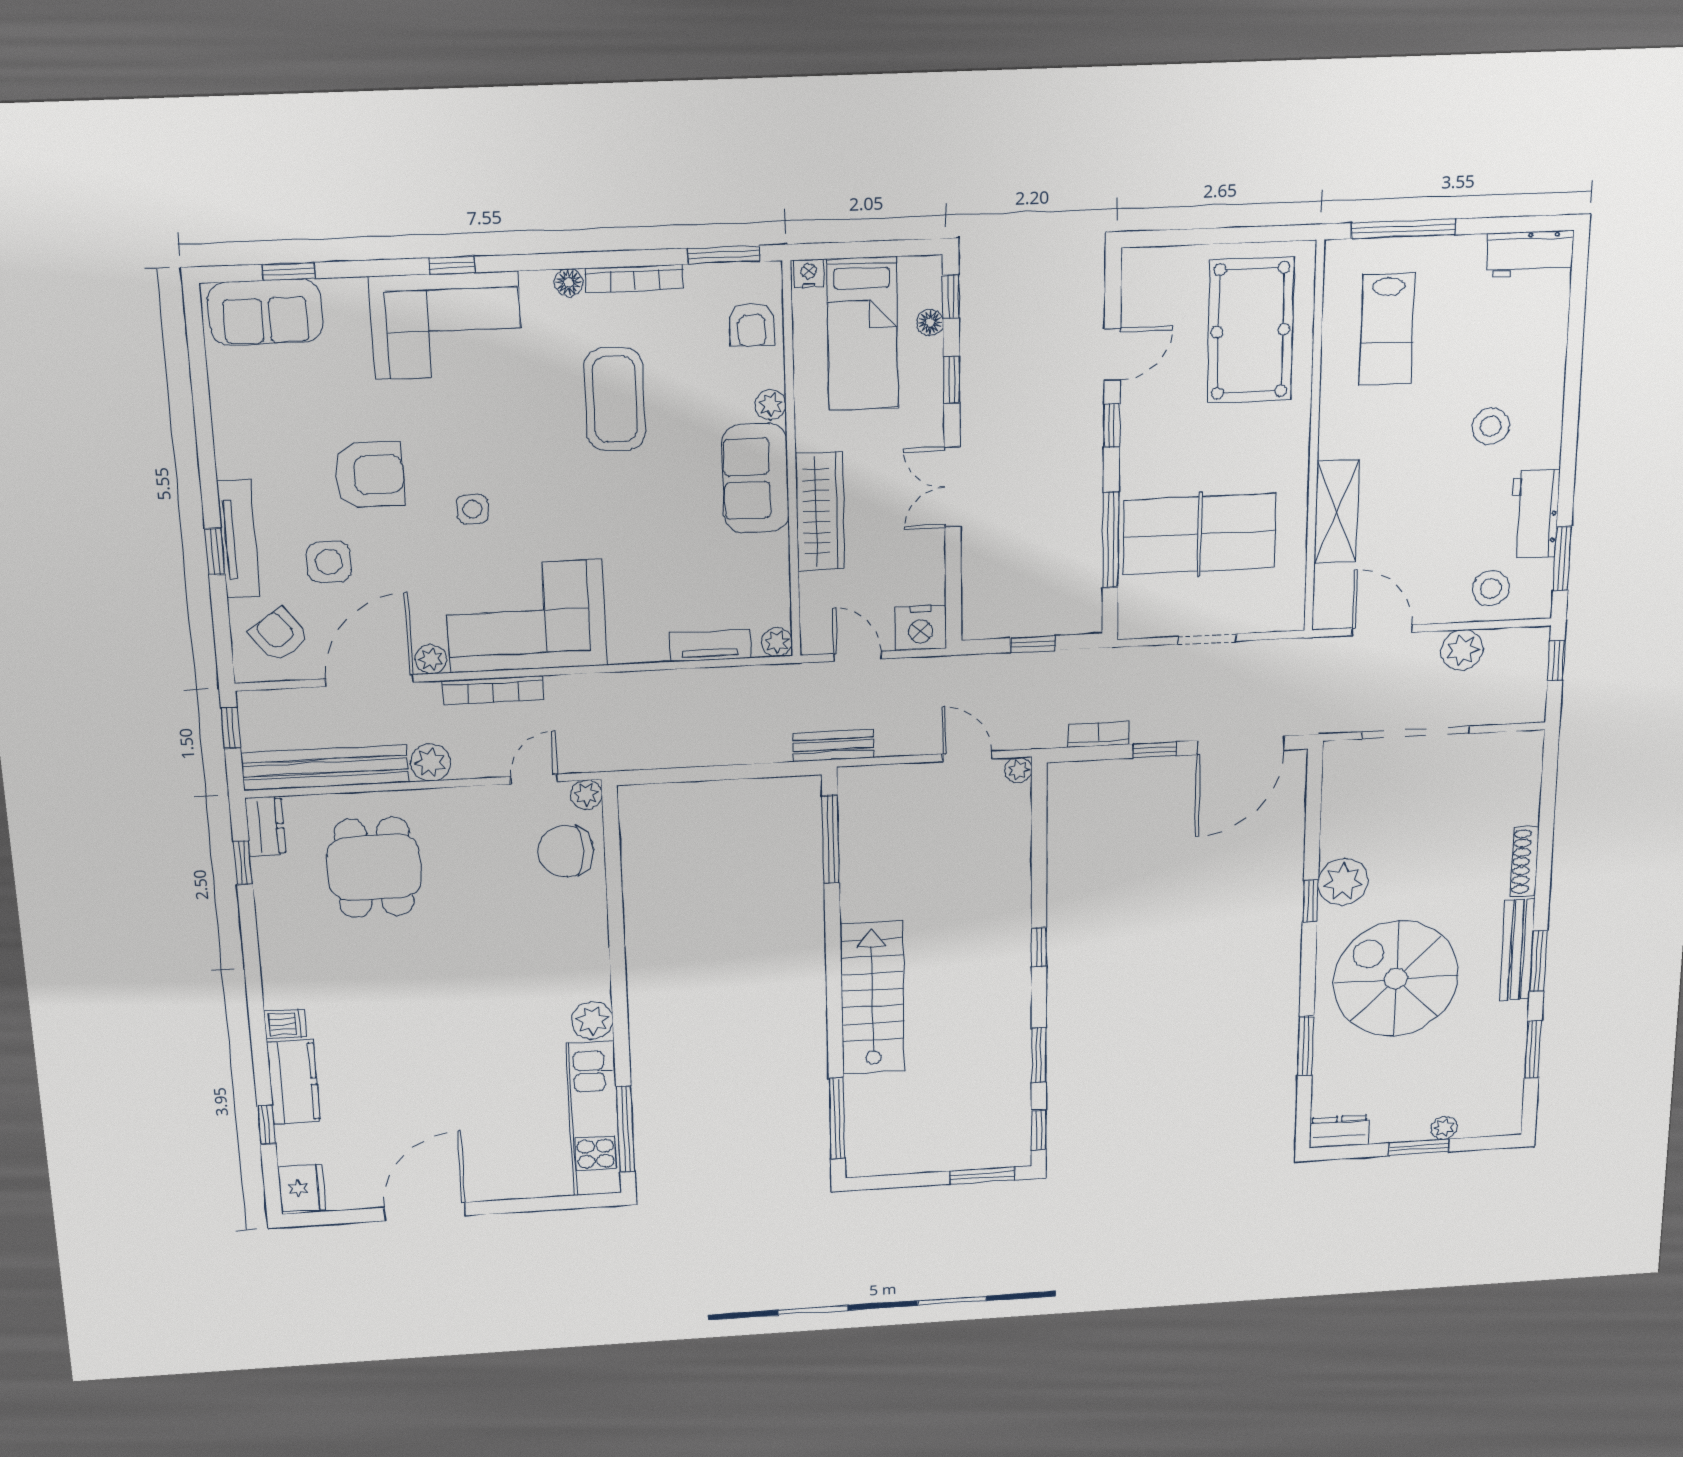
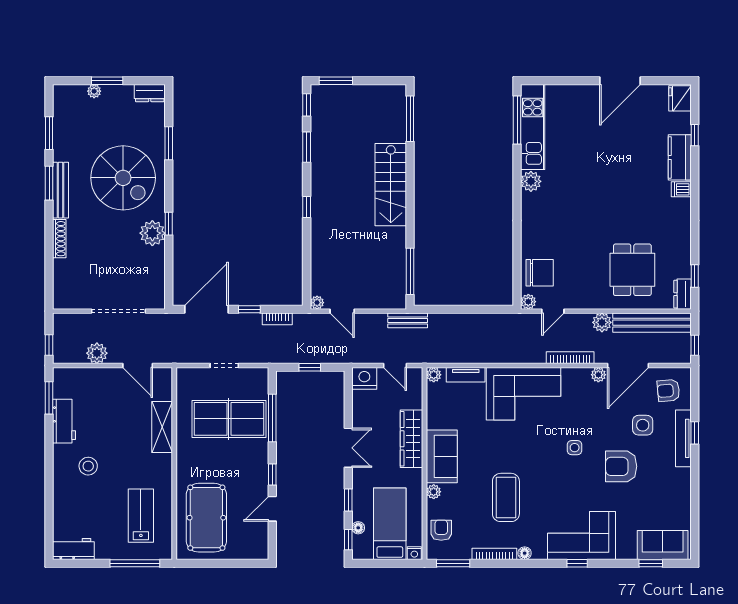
stool: (1491, 588) -> (84, 384), removed
corner sofa: (526, 616) -> (523, 394), moved
armchair: (279, 635) -> (668, 391), turned 122

